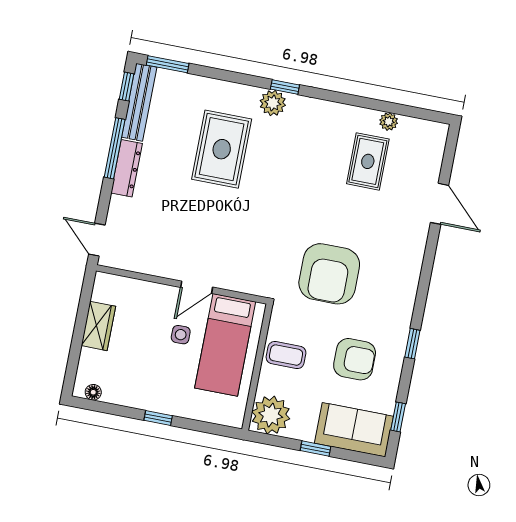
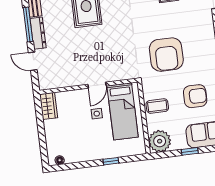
door: (97, 240) -> (33, 61), moved
wardrobe: (98, 326) -> (49, 106), moved
window: (158, 418) -> (111, 161), moved

